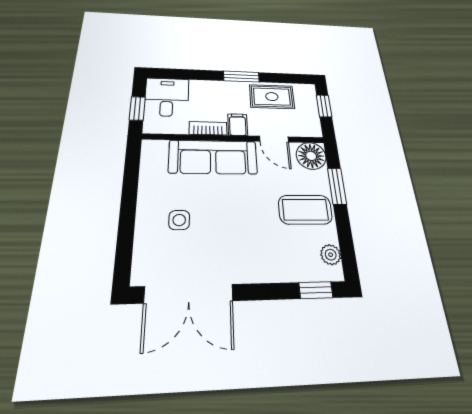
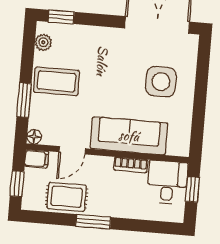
desk: (167, 97) -> (167, 182), moved, turned 180
filing cabinet: (238, 125) -> (37, 159), moved, turned -90
door: (274, 139) -> (72, 150), swing flipped
floor lamp: (311, 156) -> (34, 137), width x0.53, depth x0.53
side table: (179, 220) -> (161, 82), width x1.87, depth x1.87

